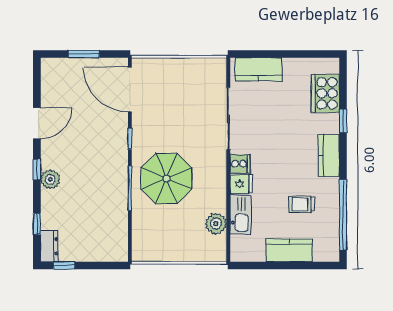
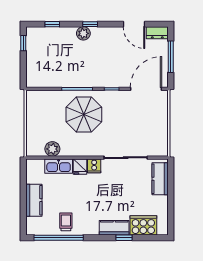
window: (84, 54) -> (171, 57), width x1.44
door: (37, 123) -> (134, 24), moved
kitchen counter: (329, 155) -> (114, 228), moved
trolley: (302, 204) -> (66, 222), moved
dresser: (49, 246) -> (157, 33), moved

